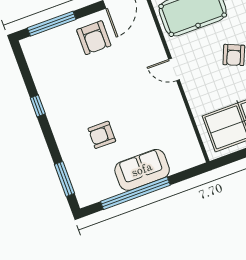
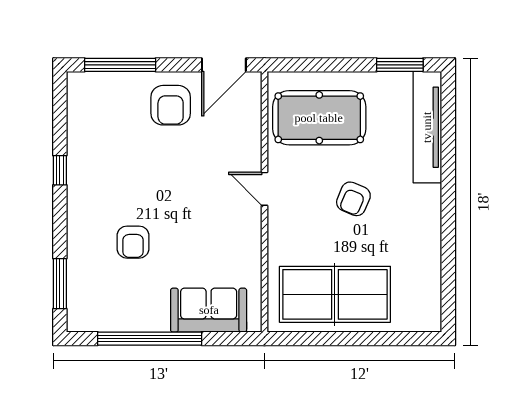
armchair: (102, 135) -> (133, 242), turned -90
sofa: (142, 170) -> (209, 310), moved

